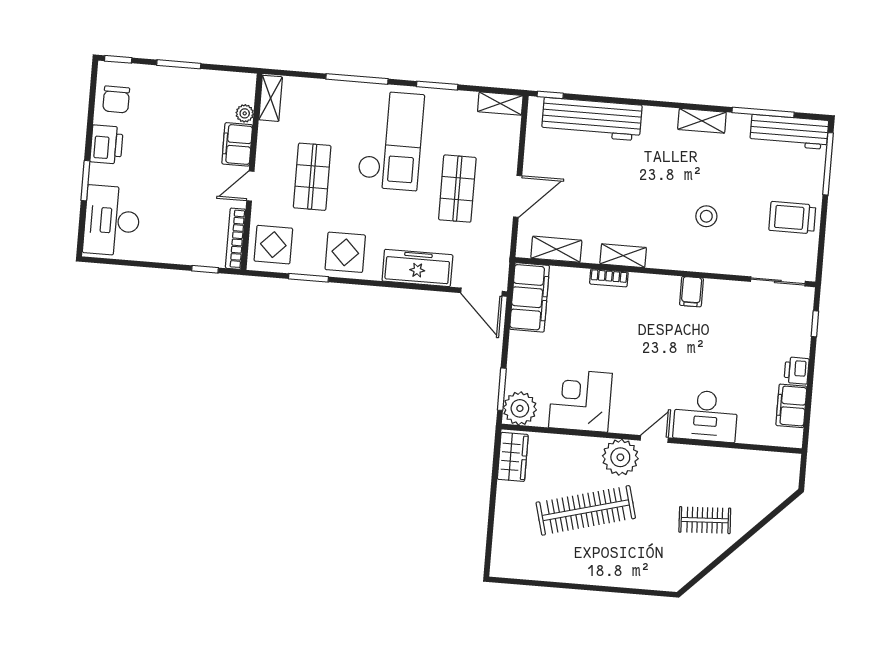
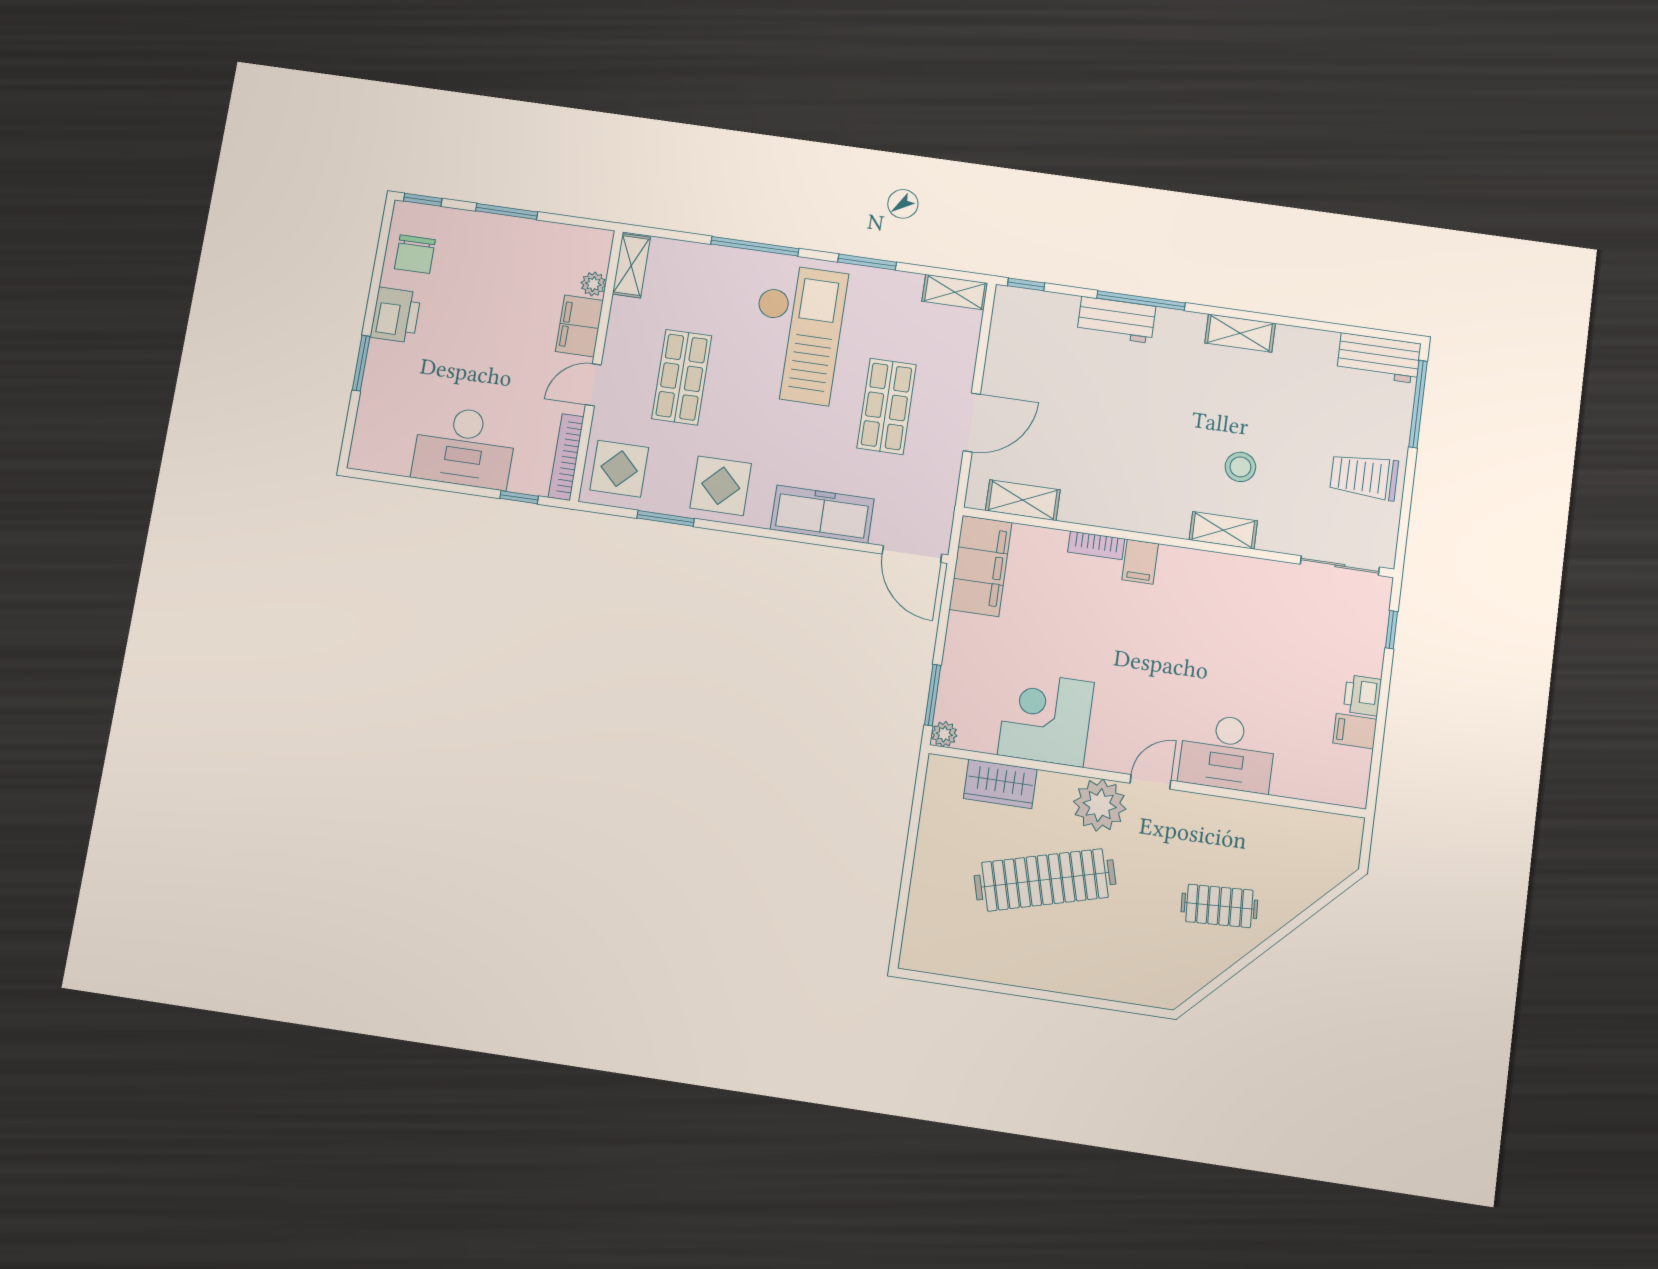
window: (763, 112) -> (1141, 300), moved
workbench: (592, 119) -> (1116, 320), width x0.53, depth x0.76
workbench: (789, 132) -> (1379, 358), width x0.73
desk: (112, 221) -> (464, 447), moved, turned -90
shelving: (623, 256) -> (1223, 530), moved
filing cabinet: (691, 292) -> (1140, 562), moved
filing cabinet: (791, 406) -> (1355, 731), width x0.50
plant: (520, 408) -> (944, 734), width x0.53, depth x0.53
wardrobe: (513, 457) -> (1000, 784), moved, turned 90

